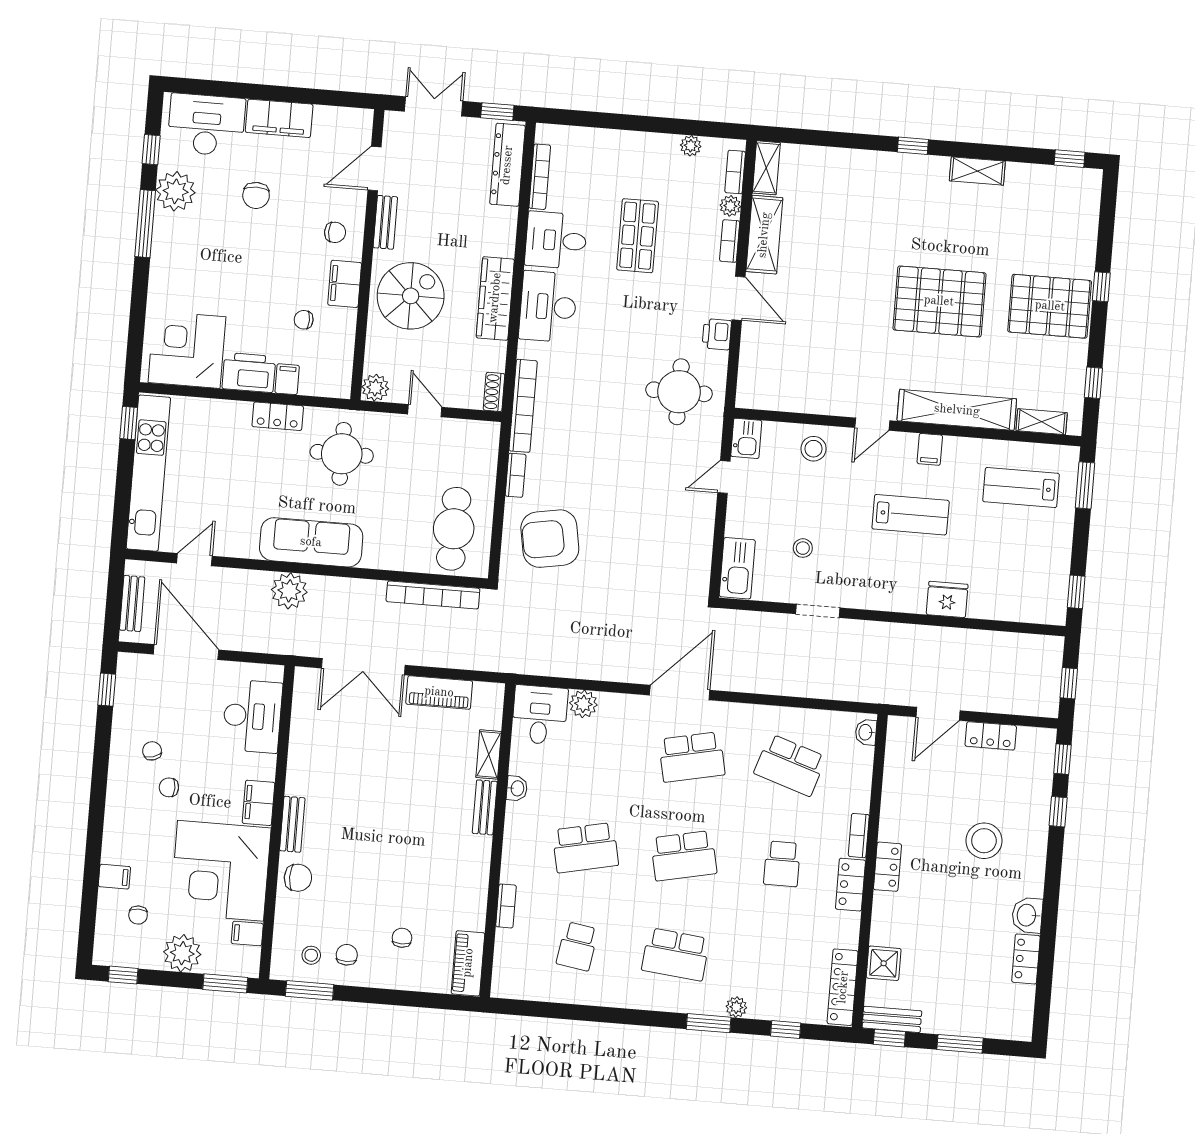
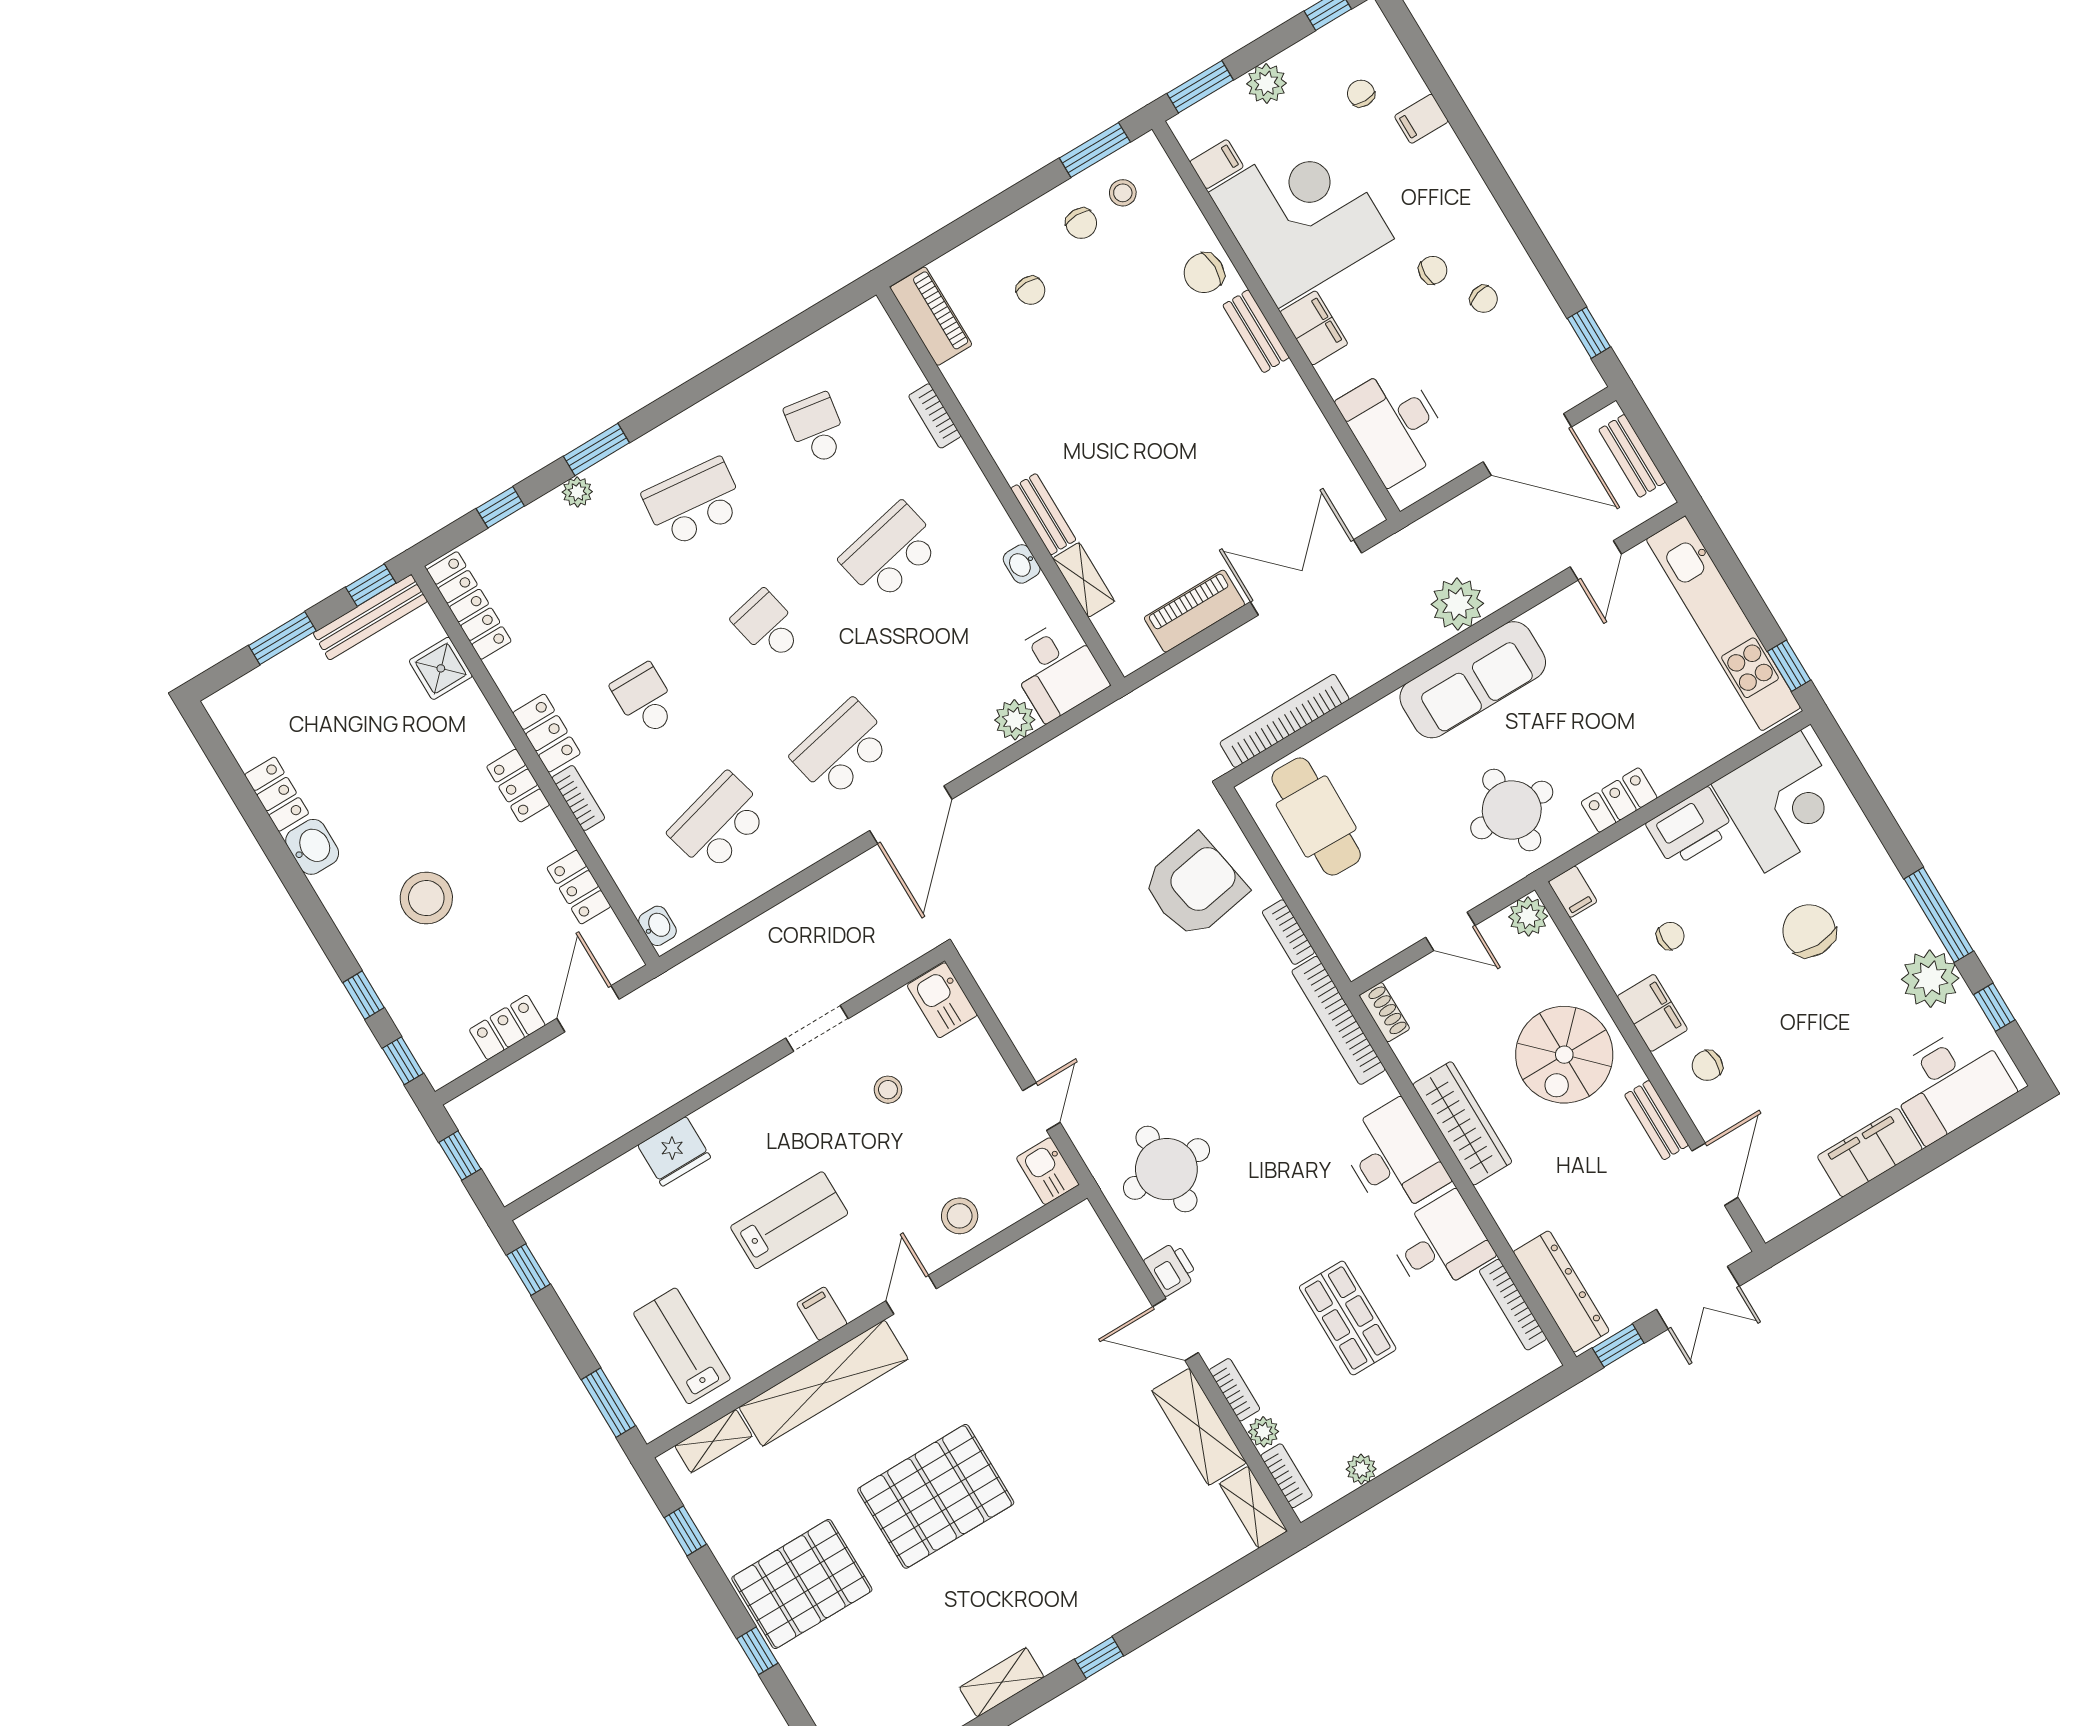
chair: (256, 195) -> (1809, 931), moved, width x1.37, depth x1.37
filing cabinet: (287, 379) -> (1573, 892), moved
lab bench: (1021, 488) -> (682, 1346), turned -90
lab bench: (911, 515) -> (789, 1220), turned 180
kitchen sink: (737, 568) -> (942, 1000), width x0.73
school desk: (790, 765) -> (719, 823), turned -33
locker: (894, 786) -> (579, 887), added
school desk: (684, 856) -> (768, 626), width x0.54
plant: (182, 953) -> (1267, 83), width x0.73, depth x0.73
bench: (892, 1019) -> (370, 617), width x1.36

